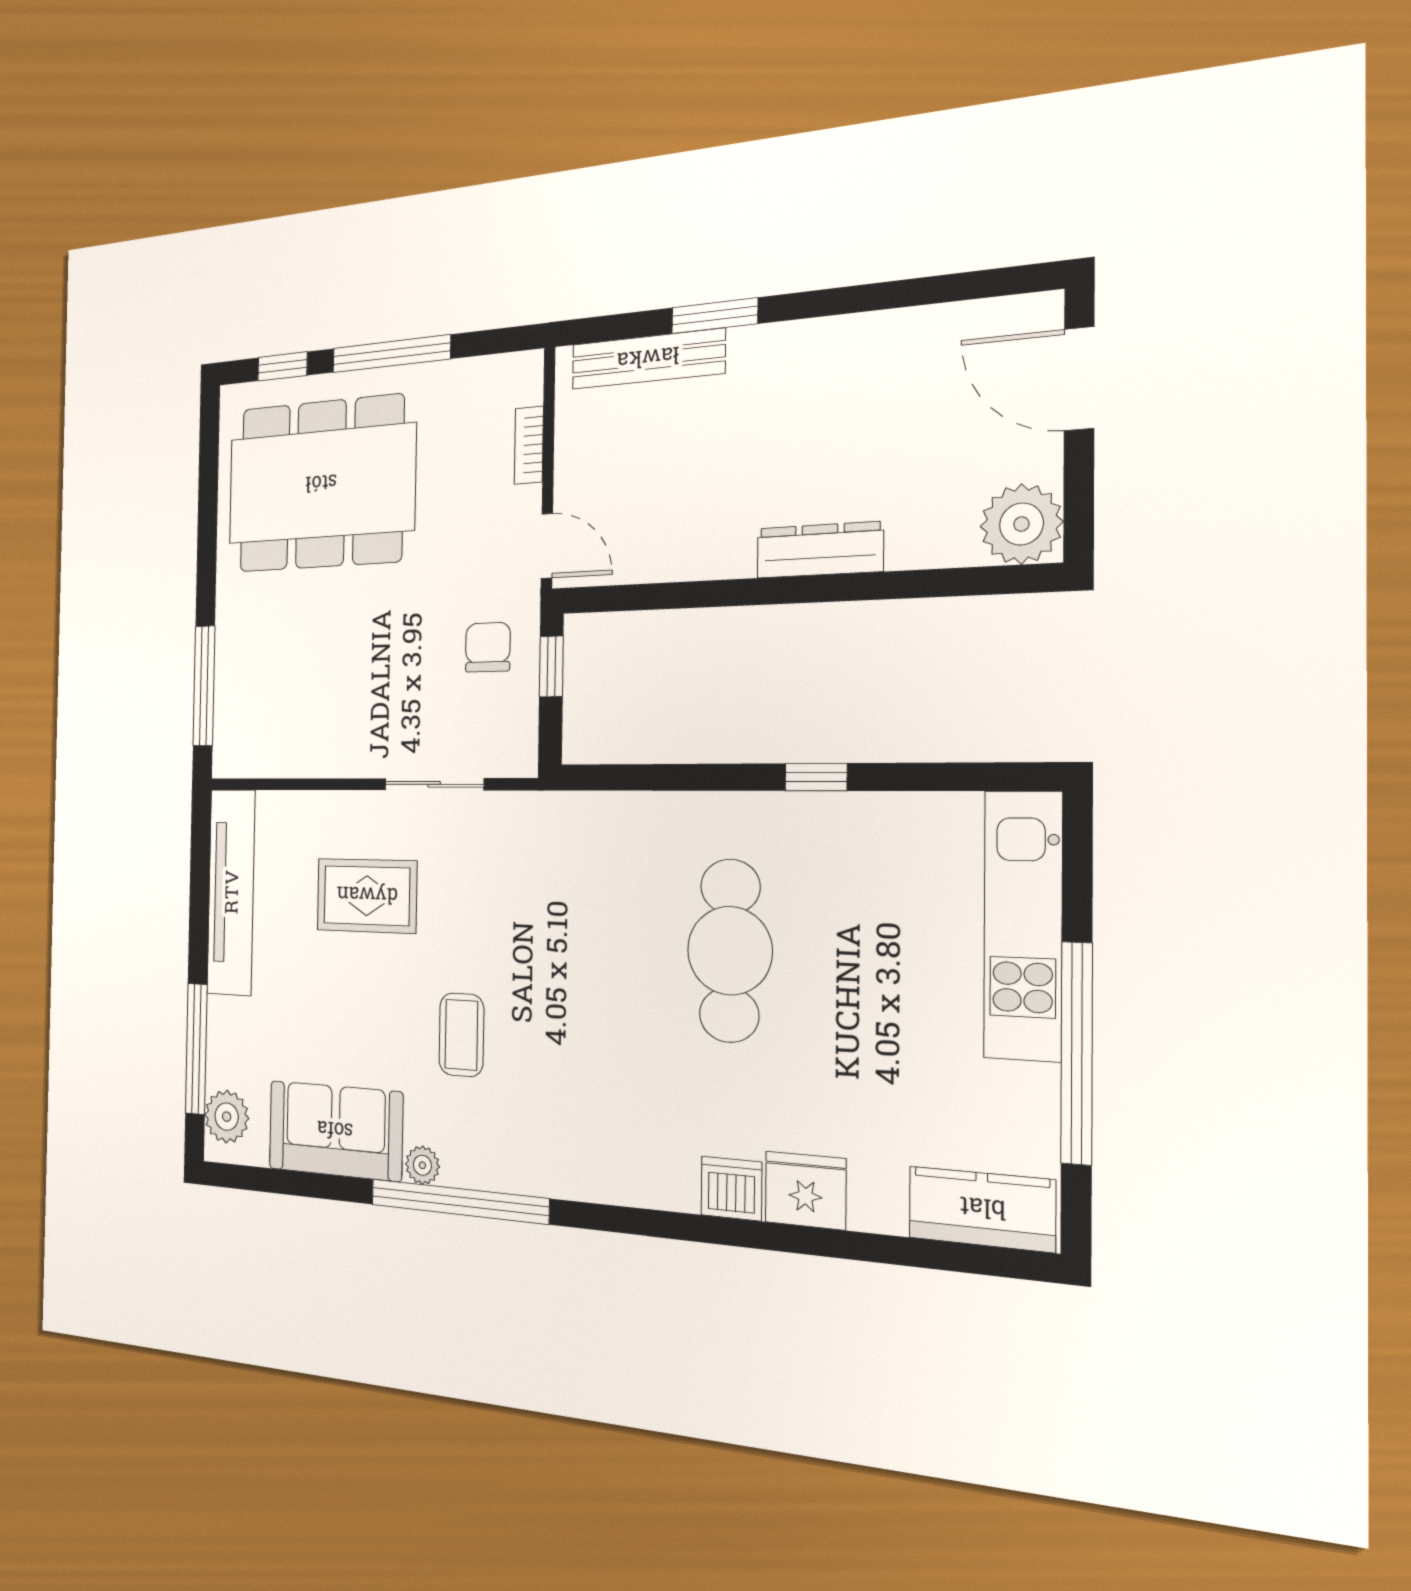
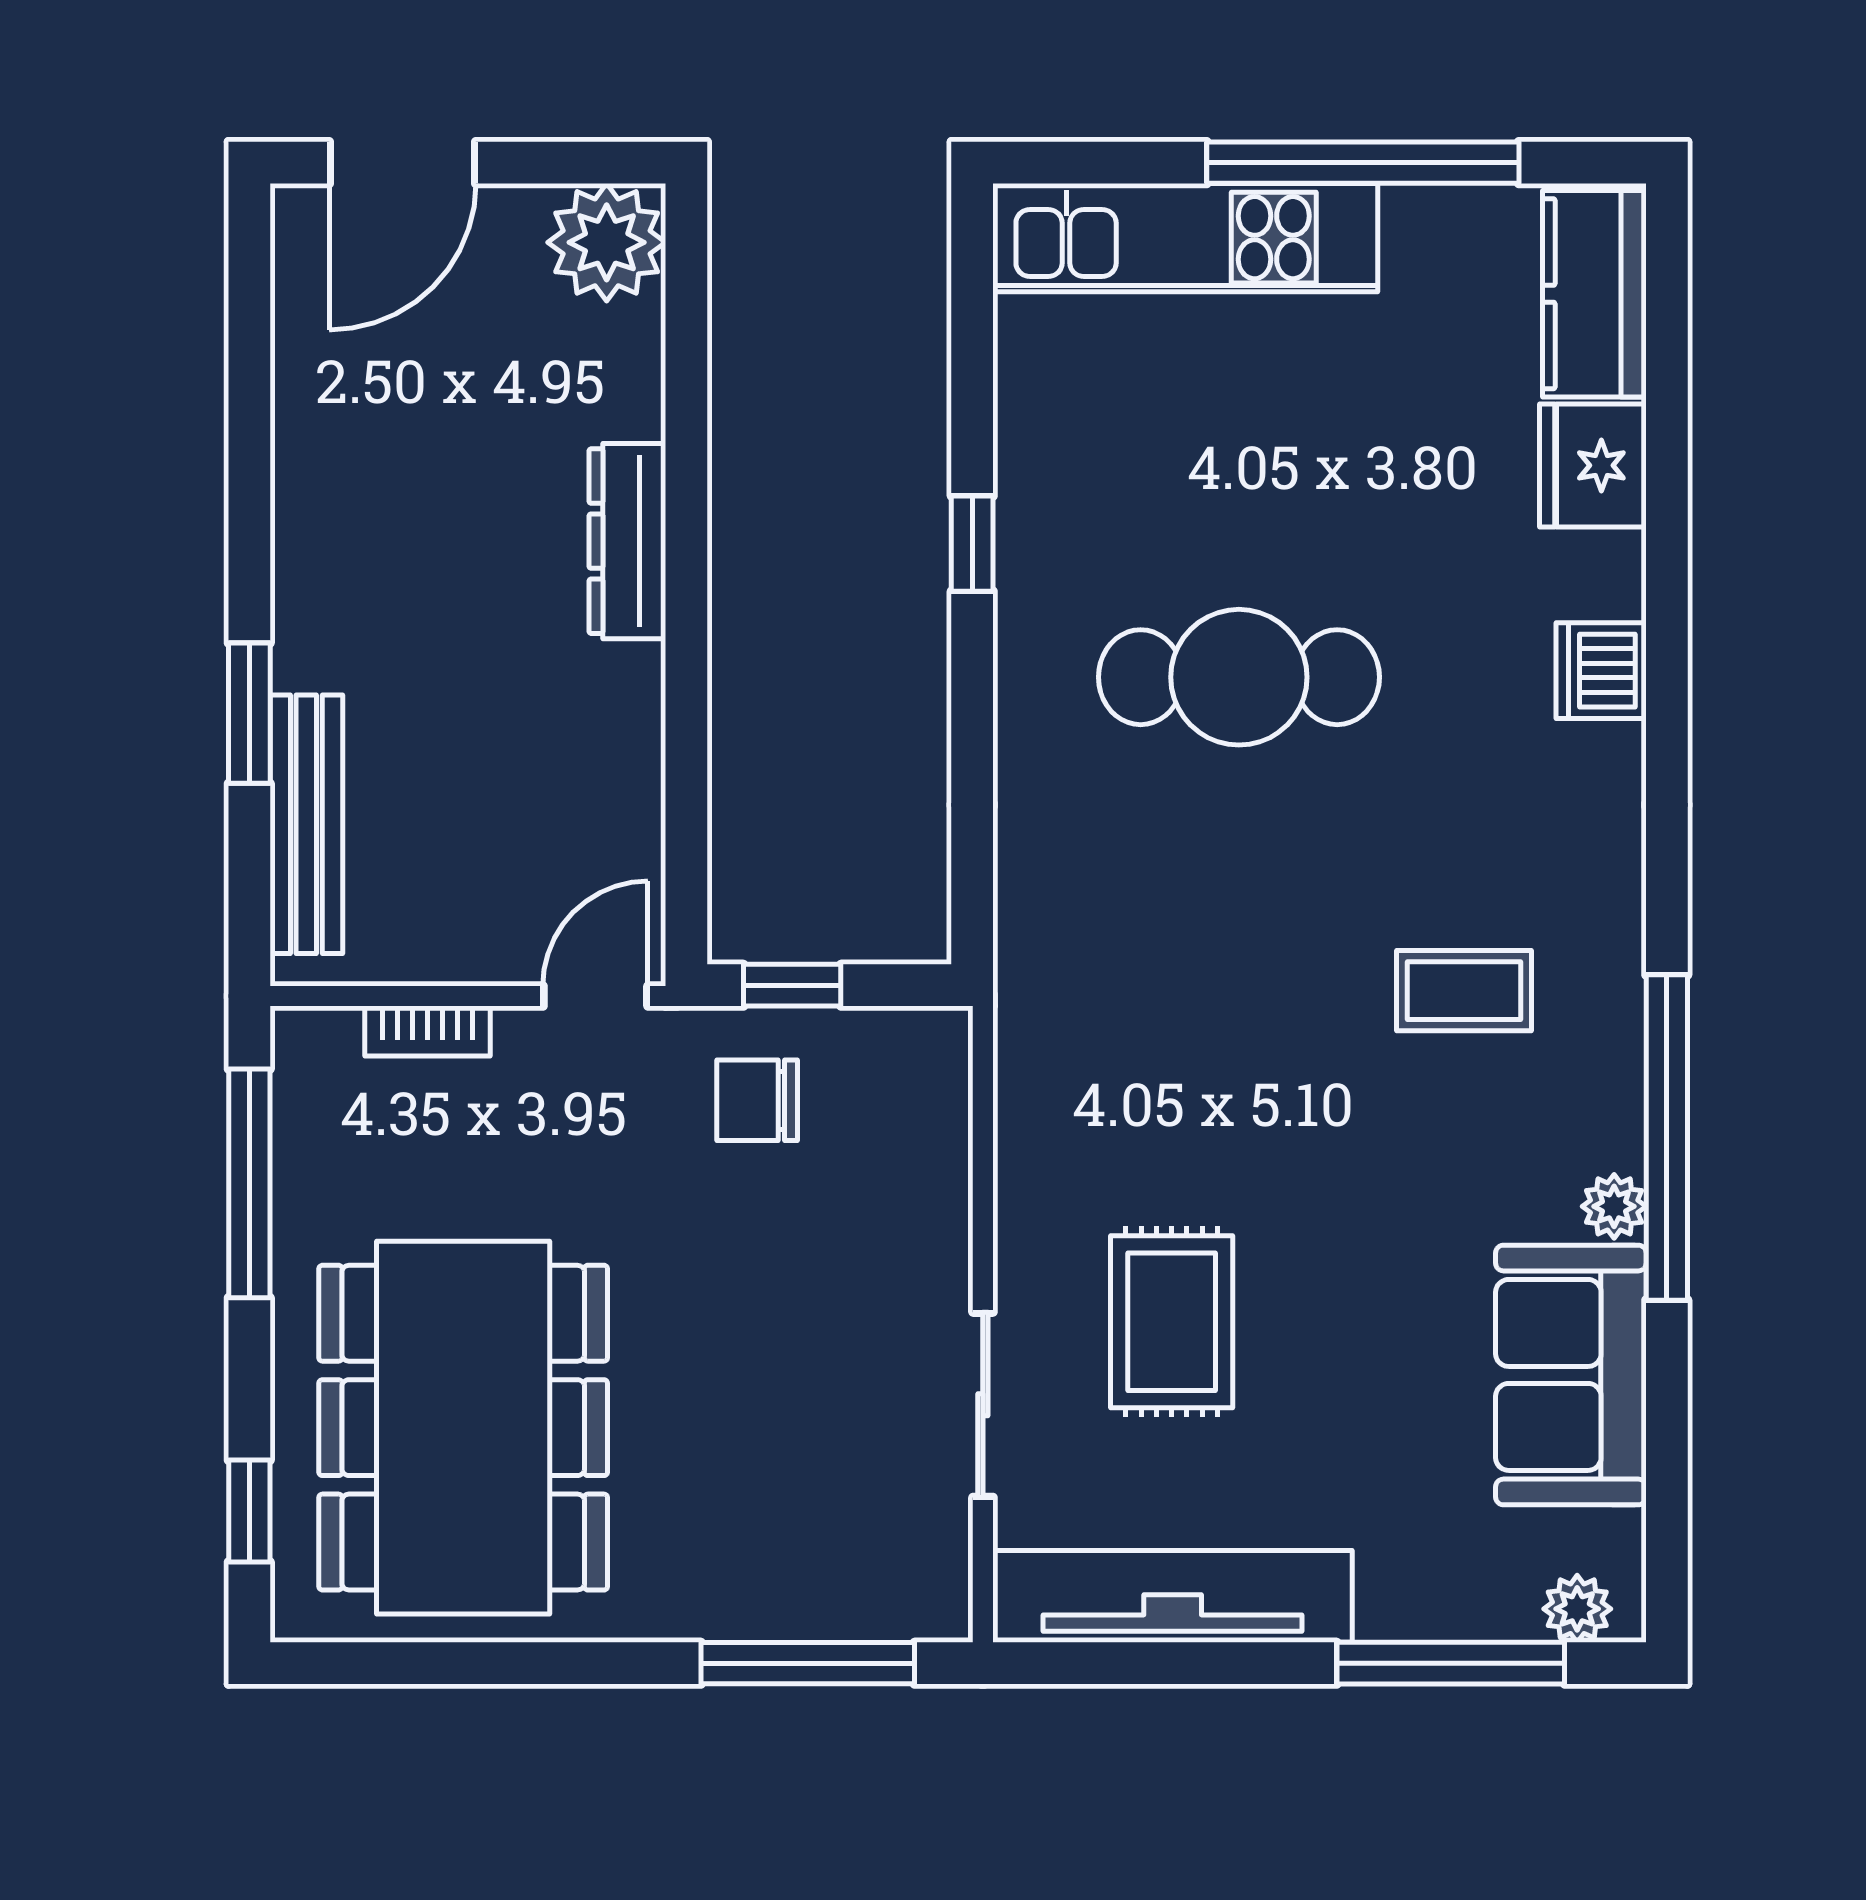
window: (391, 354) -> (249, 1183), moved
sliding door: (434, 784) -> (983, 1405), moved
coffee table: (461, 1035) -> (1464, 991), moved
plant: (227, 1117) -> (1577, 1609), width x0.73, depth x0.73
fridge: (805, 1190) -> (1593, 465), moved

